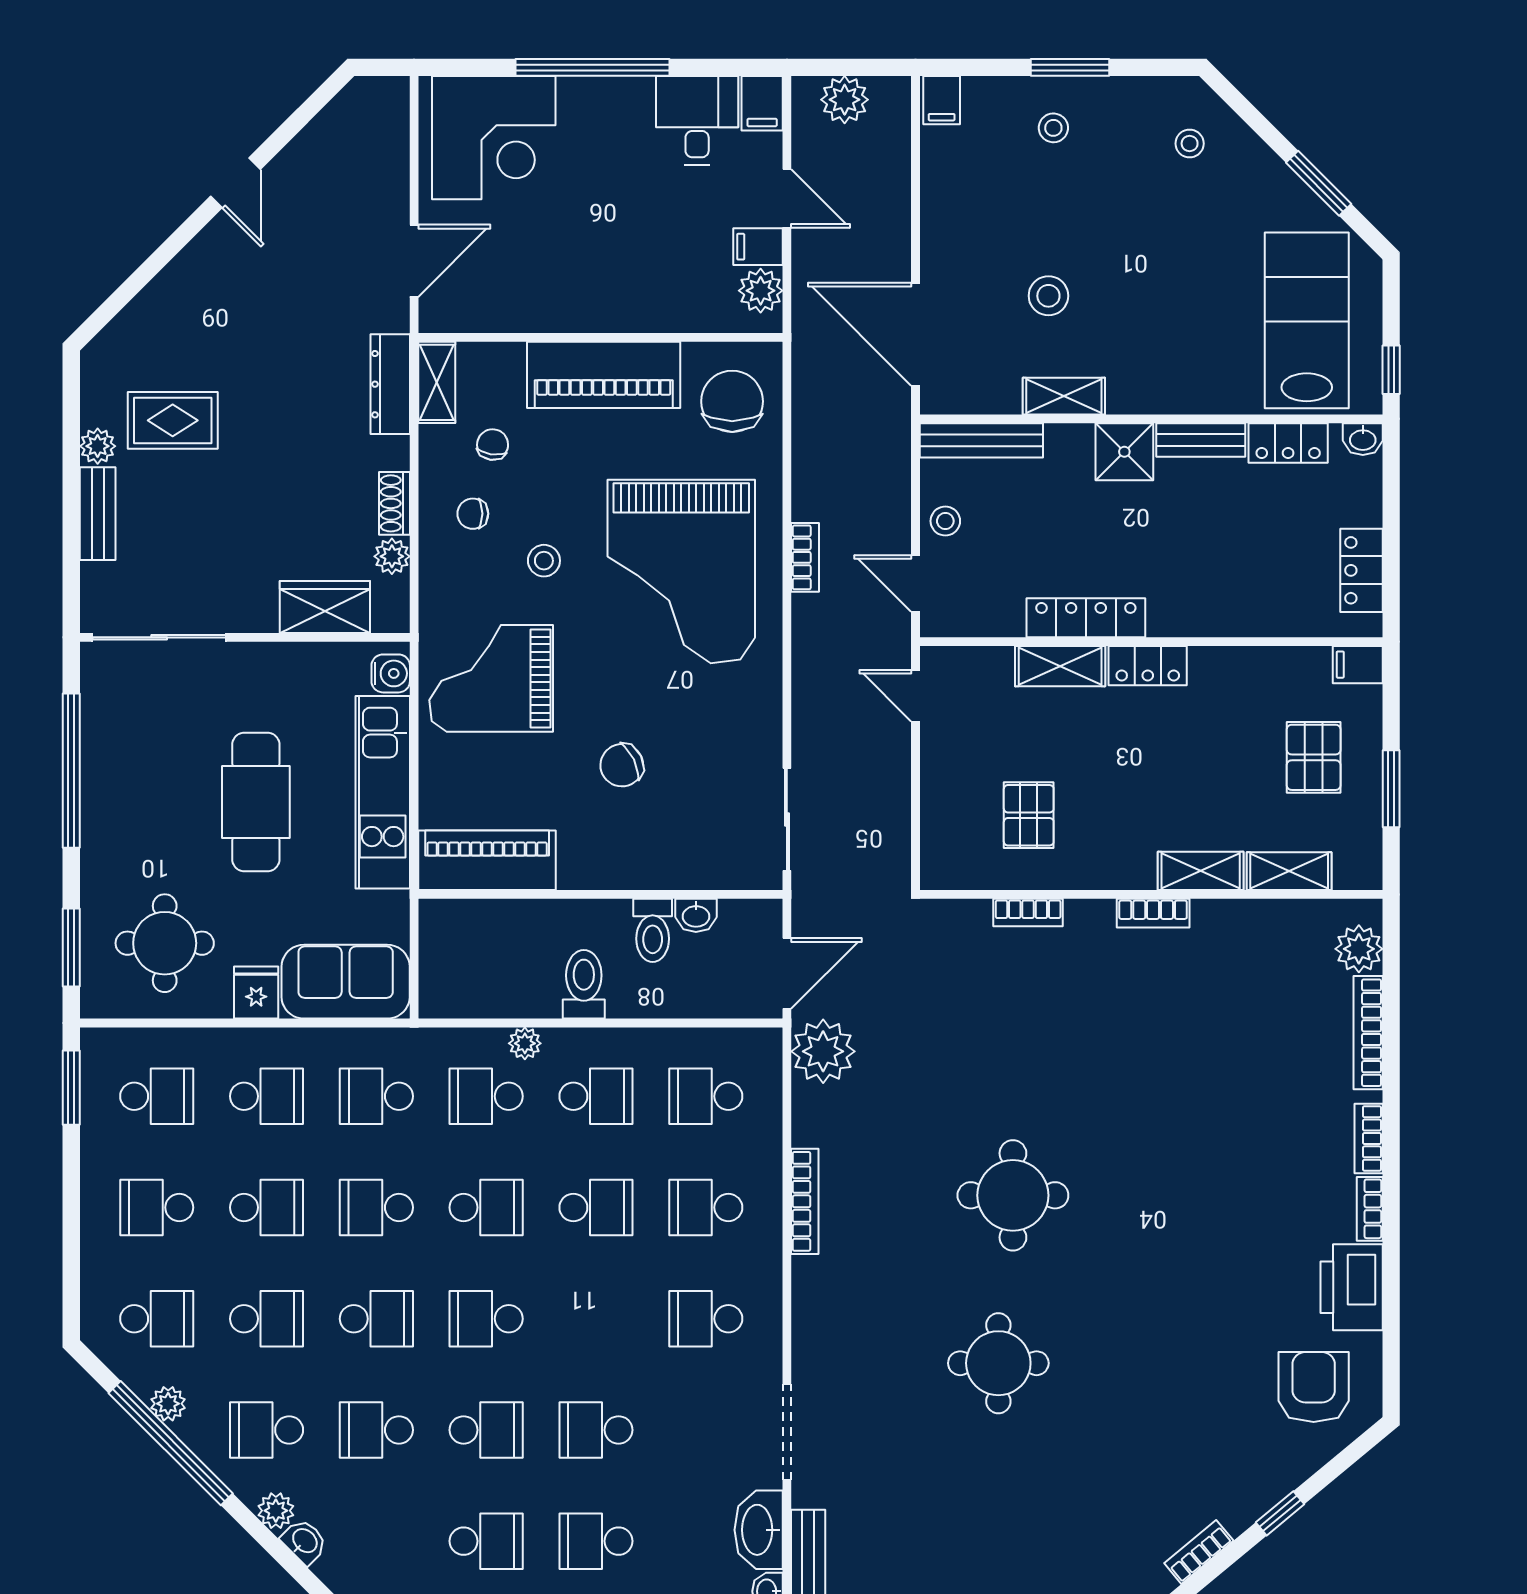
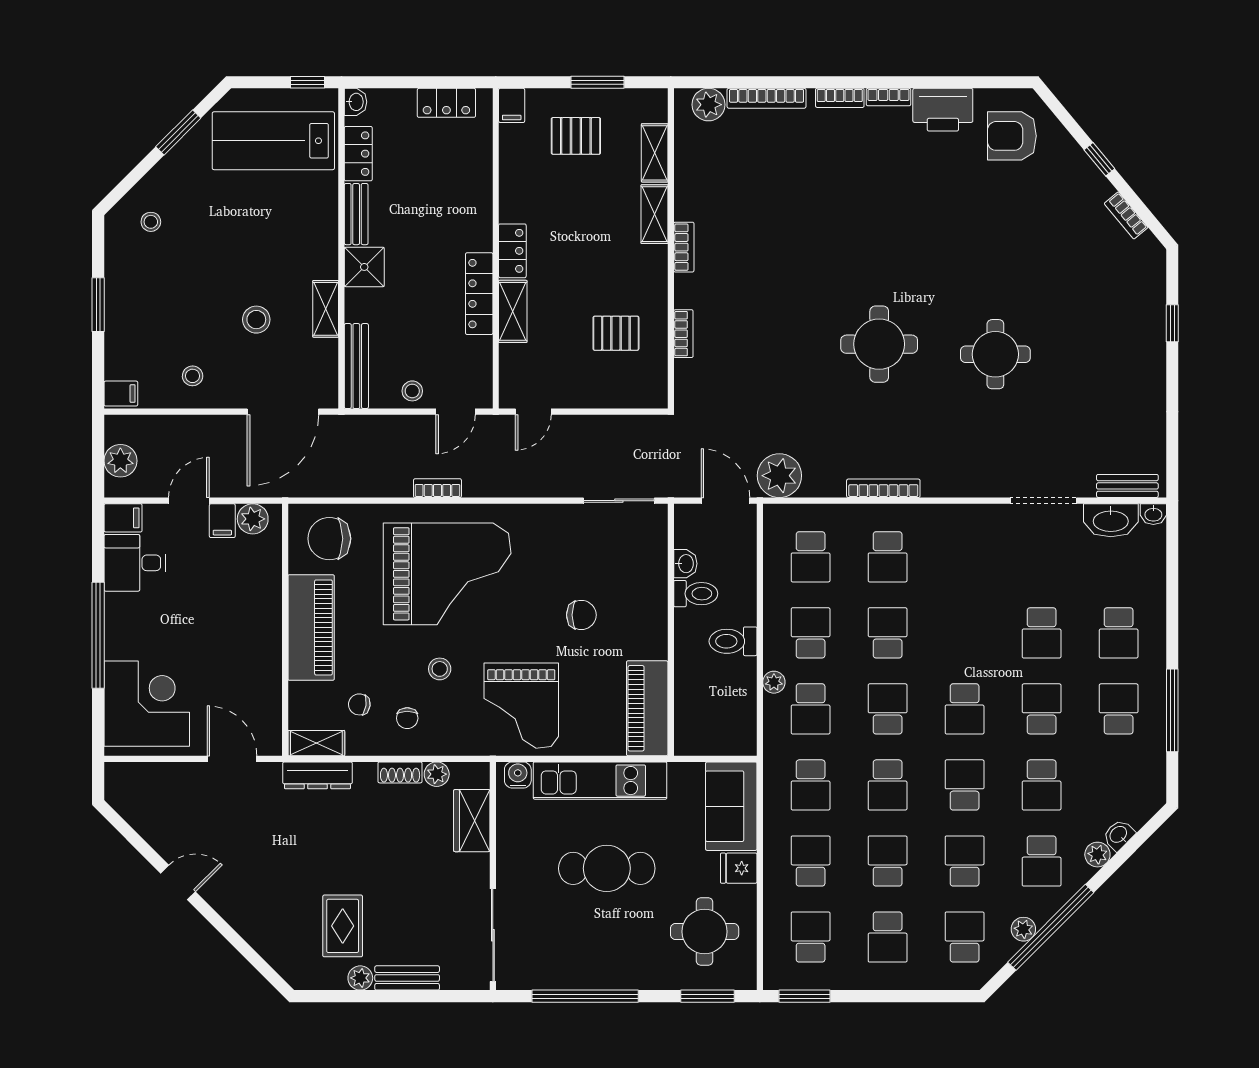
stool: (1053, 128) -> (193, 376), moved
chair: (622, 765) -> (581, 615), turned -64
school desk: (706, 1319) -> (965, 557), removed

